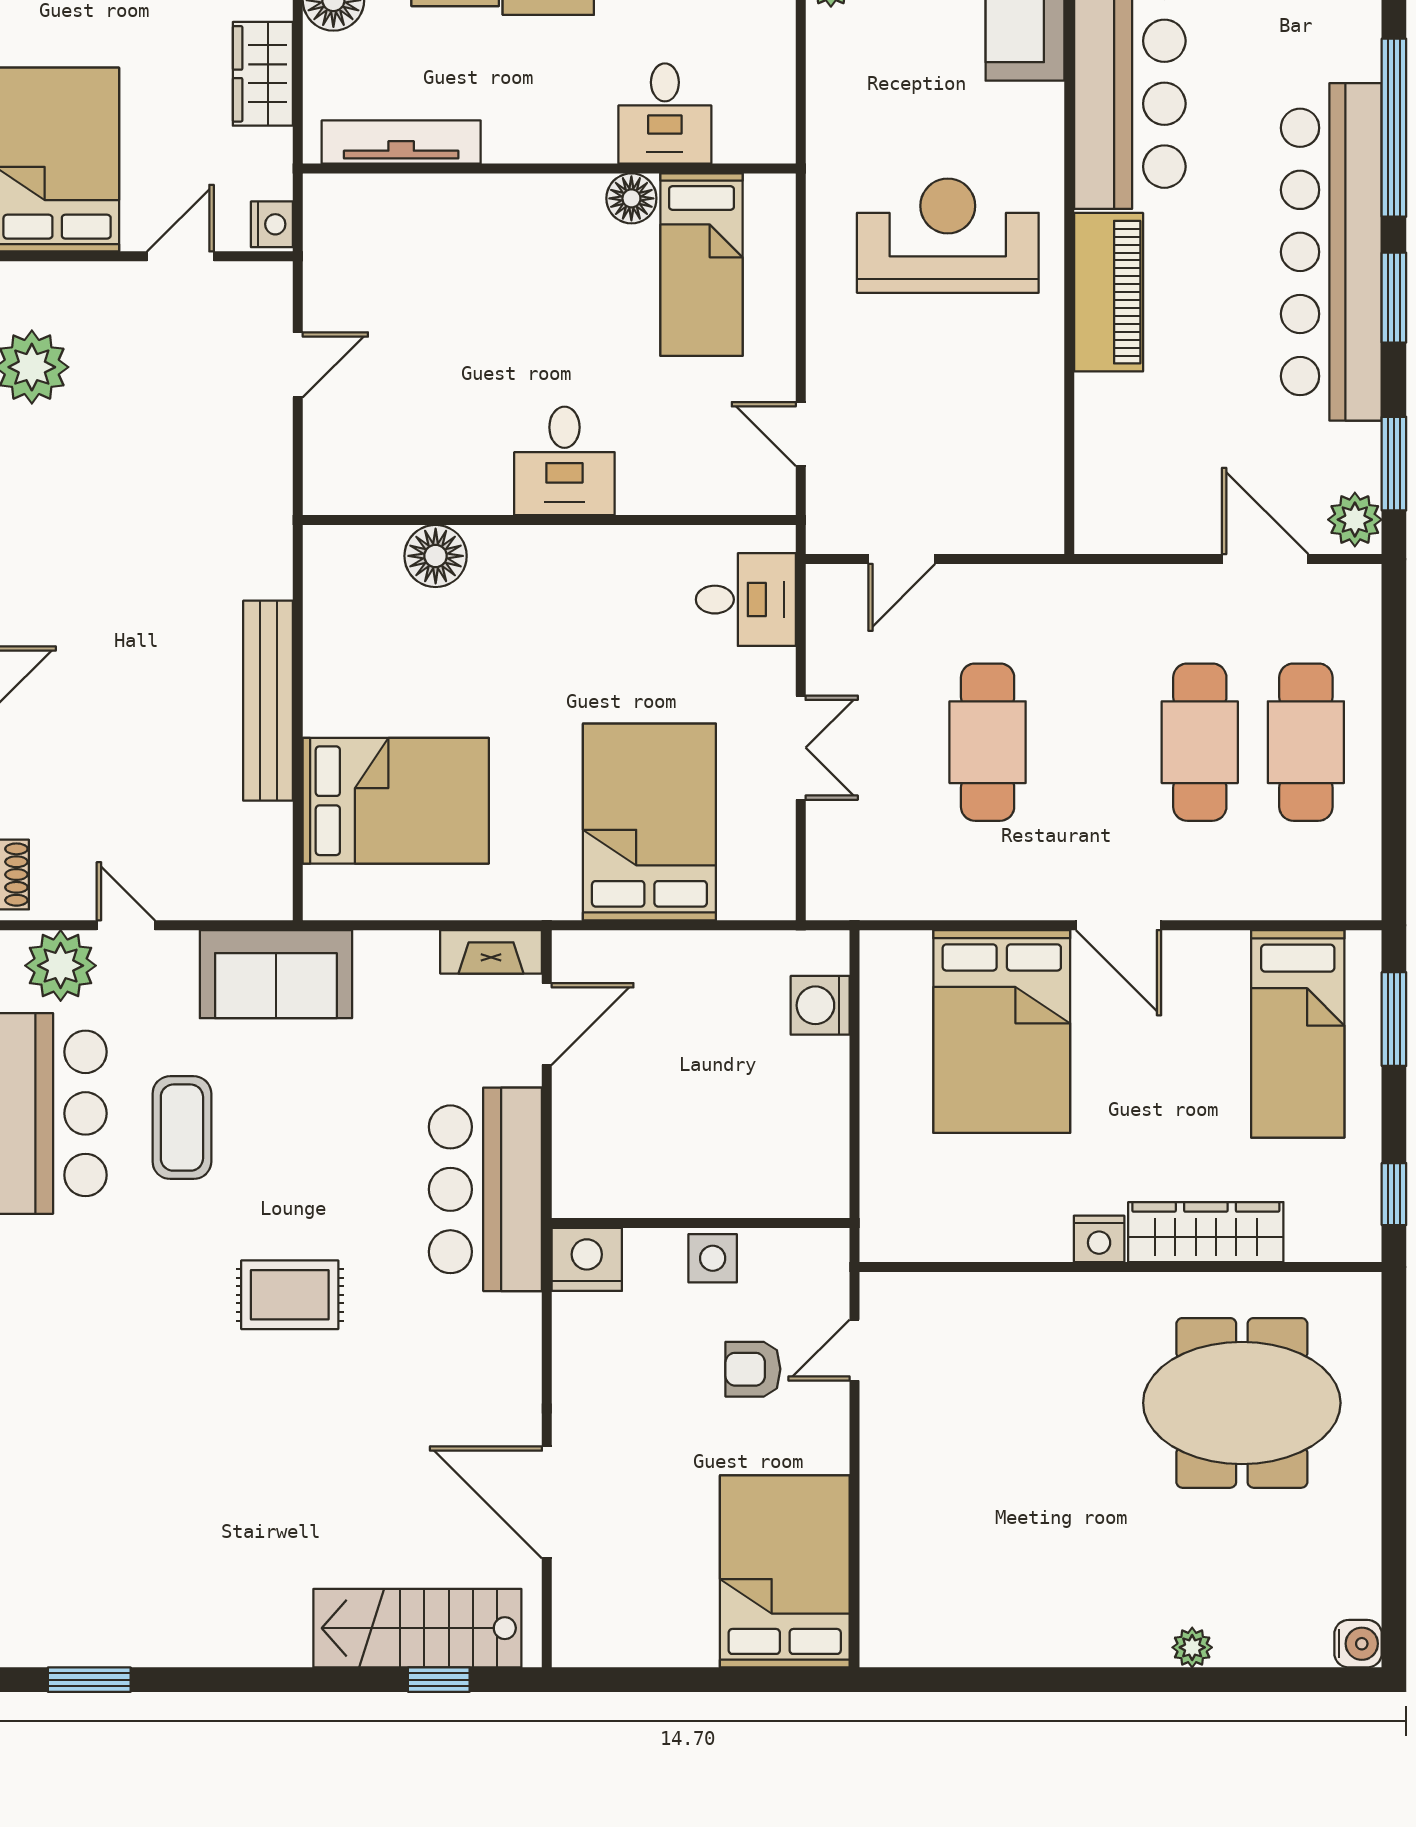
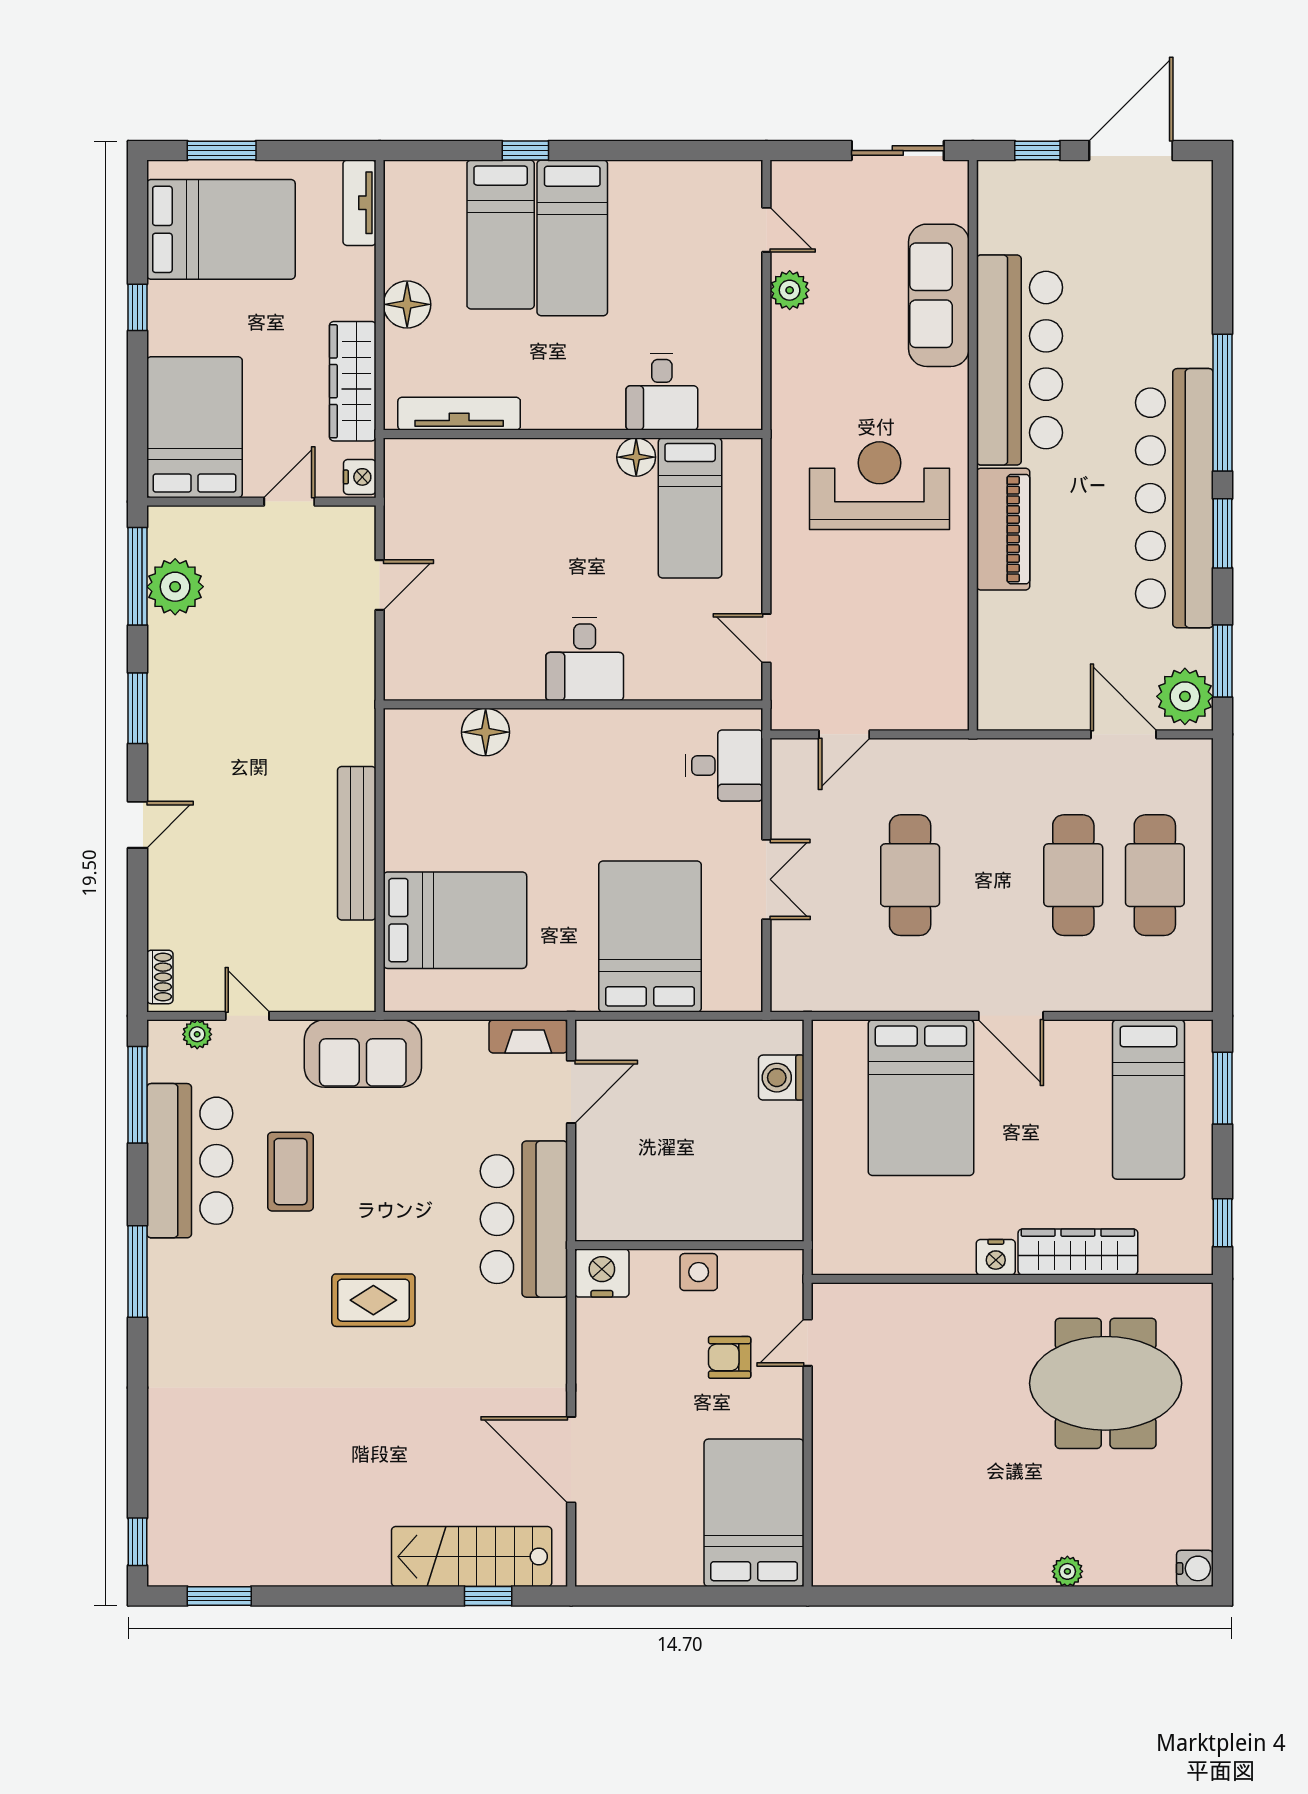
wardrobe: (263, 74) -> (353, 381), width x1.50
plant: (1355, 520) -> (1185, 696), width x1.36, depth x1.36
plant: (61, 966) -> (197, 1034), width x0.53, depth x0.53

